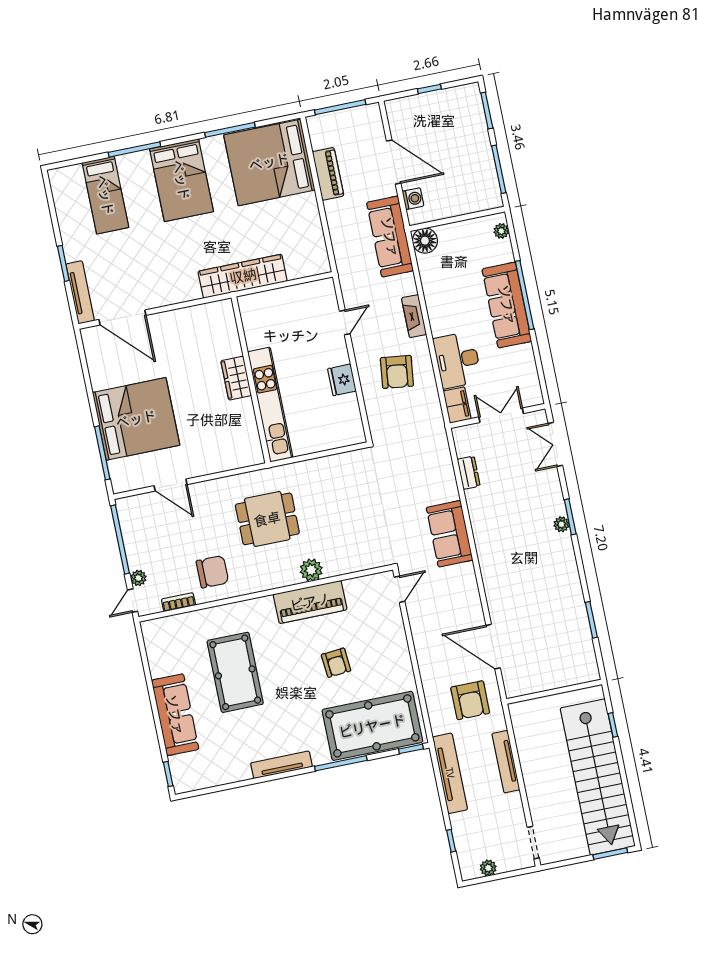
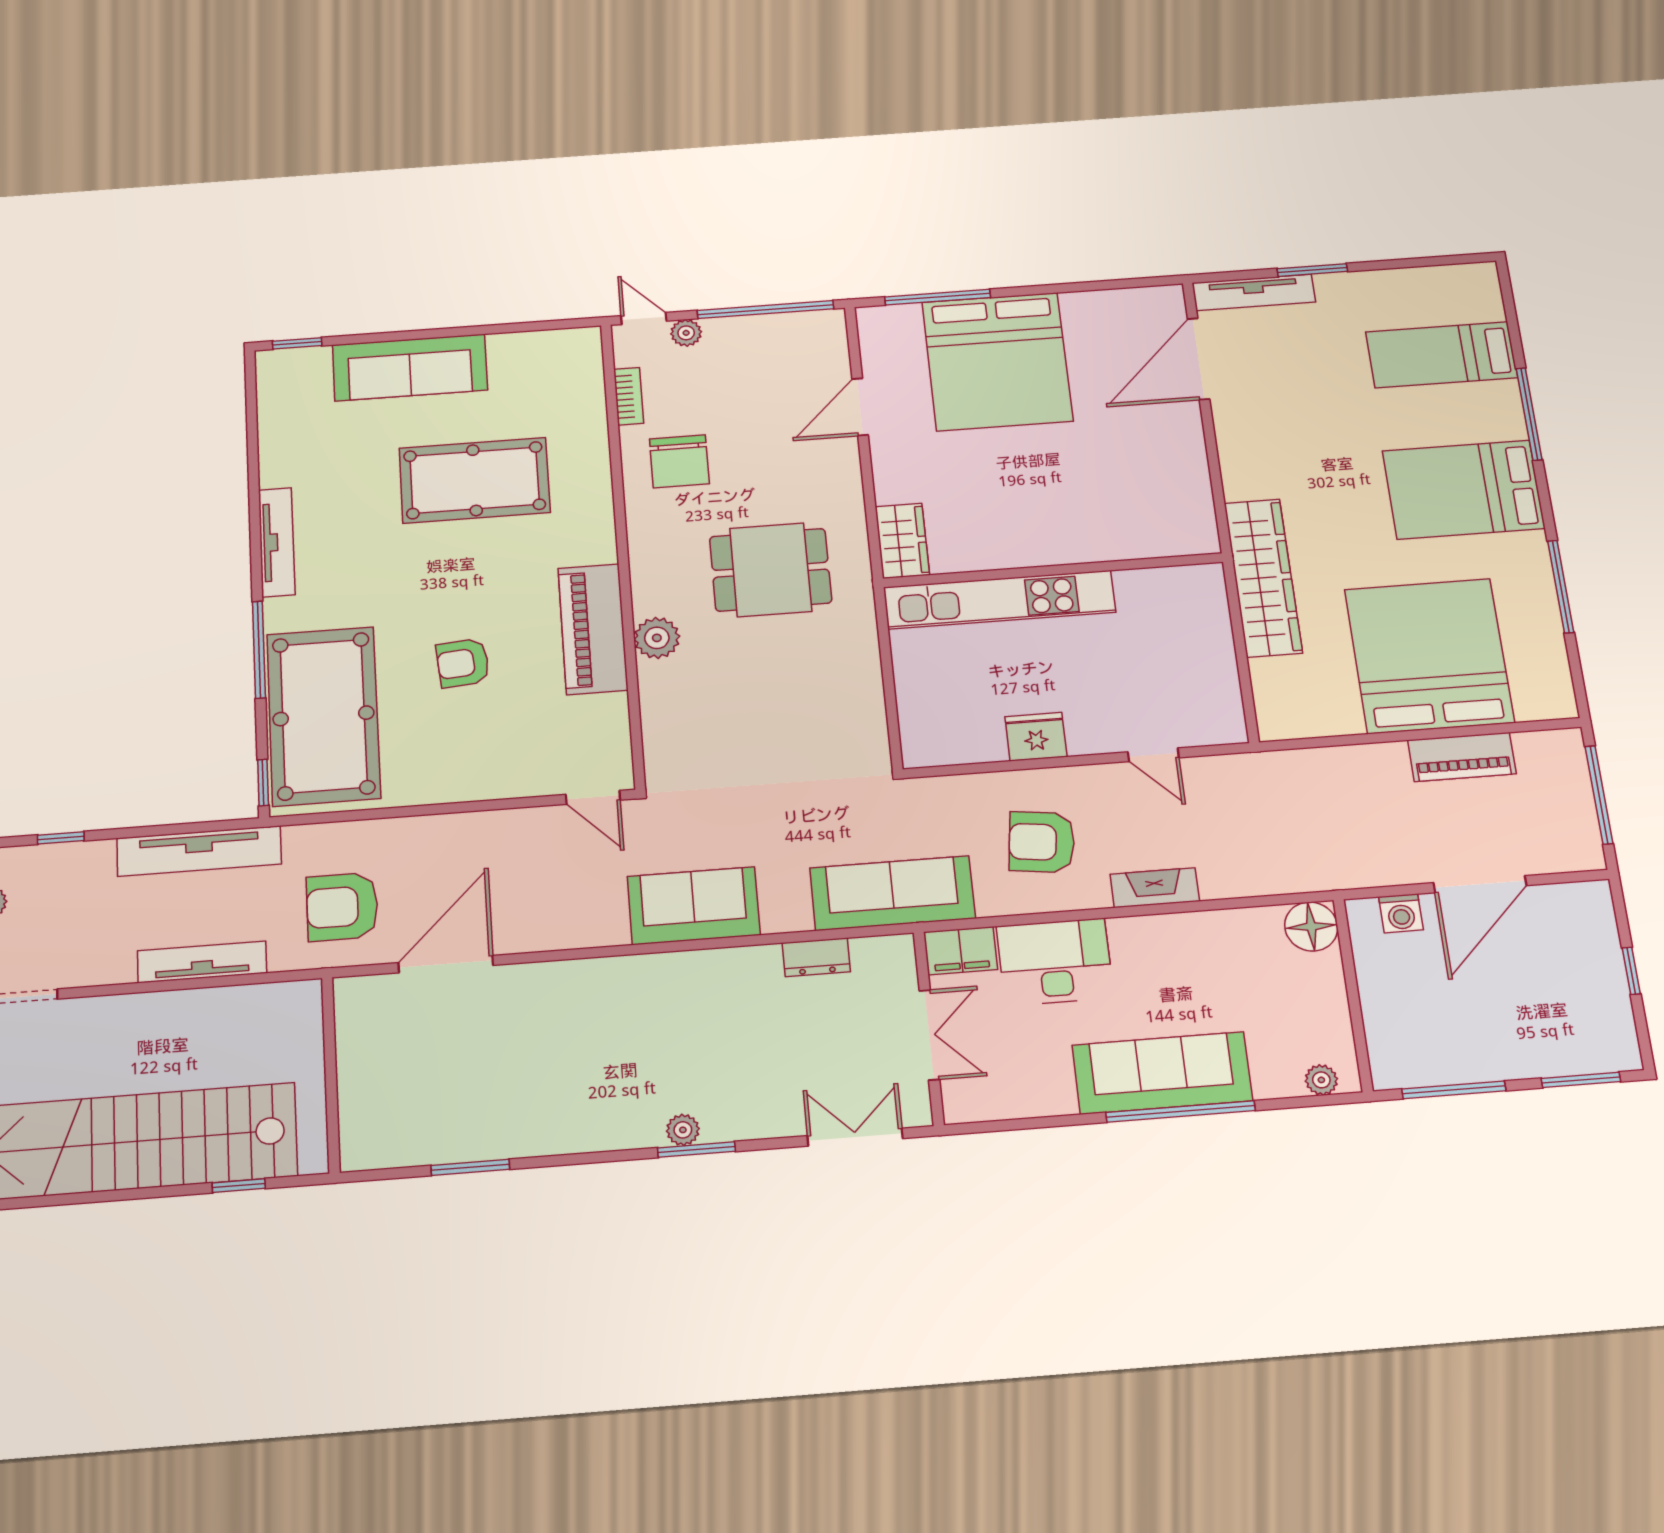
bed: (269, 162) -> (1429, 656), moved
sofa: (390, 237) -> (892, 893), moved
wardrobe: (236, 378) -> (902, 541), moved, turned 90
dining table: (267, 519) -> (771, 570), turned 90

